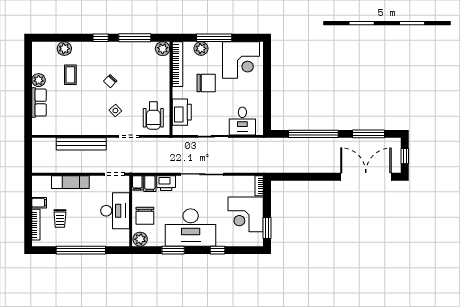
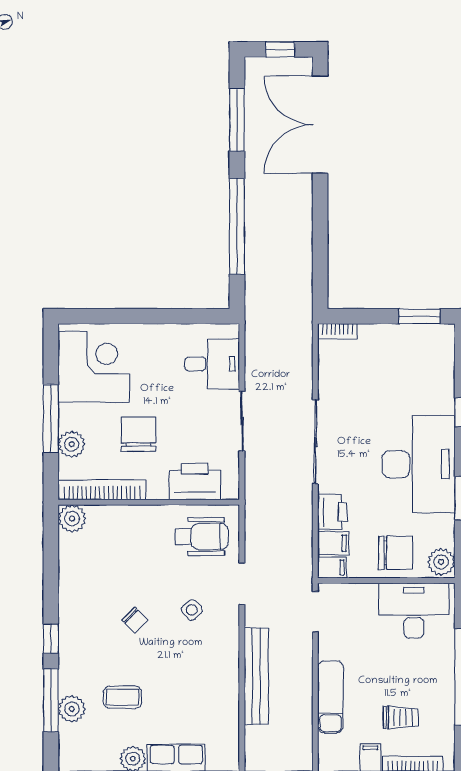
window: (135, 38) -> (51, 700), moved
desk: (115, 211) -> (414, 611), moved
corner desk: (246, 214) -> (393, 358), removed

